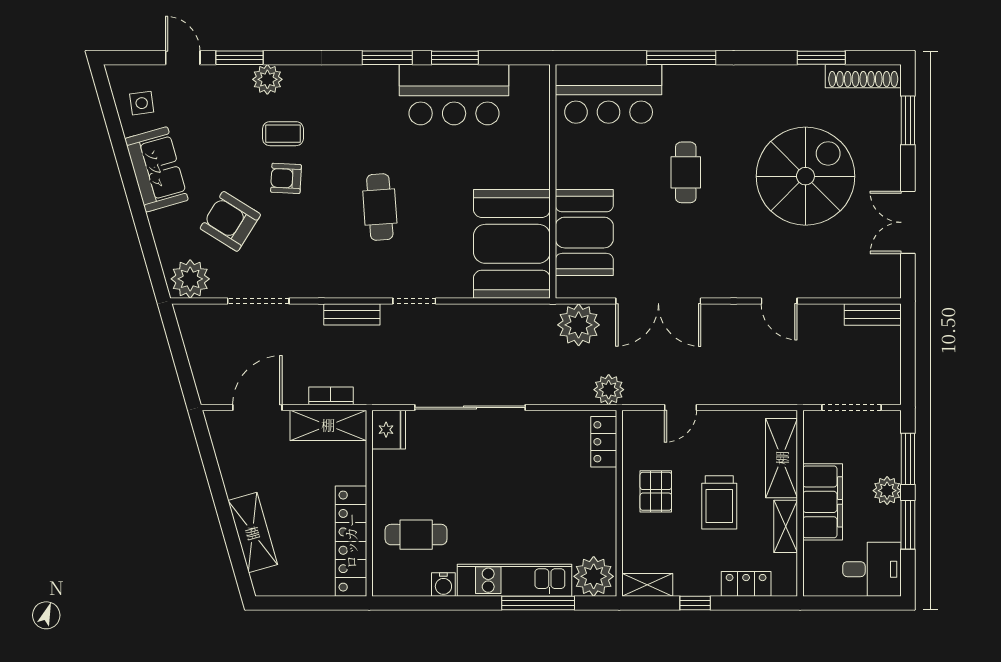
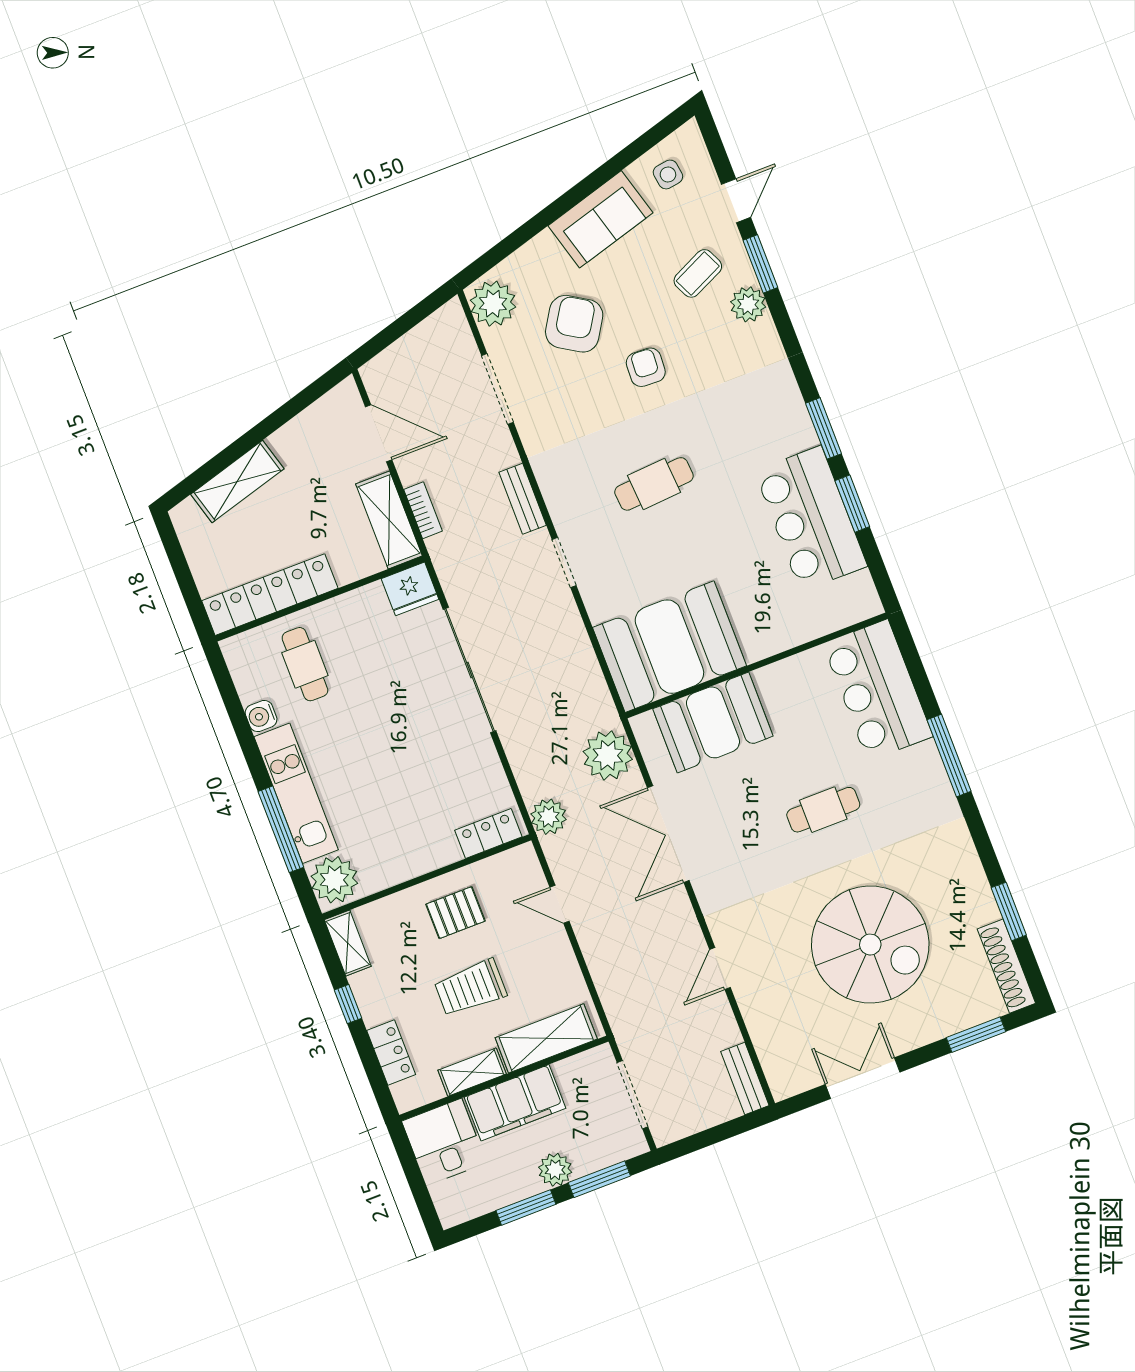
coffee table: (283, 134) -> (698, 273), moved, turned 65
desk: (872, 569) -> (444, 1142), moved, turned 180

